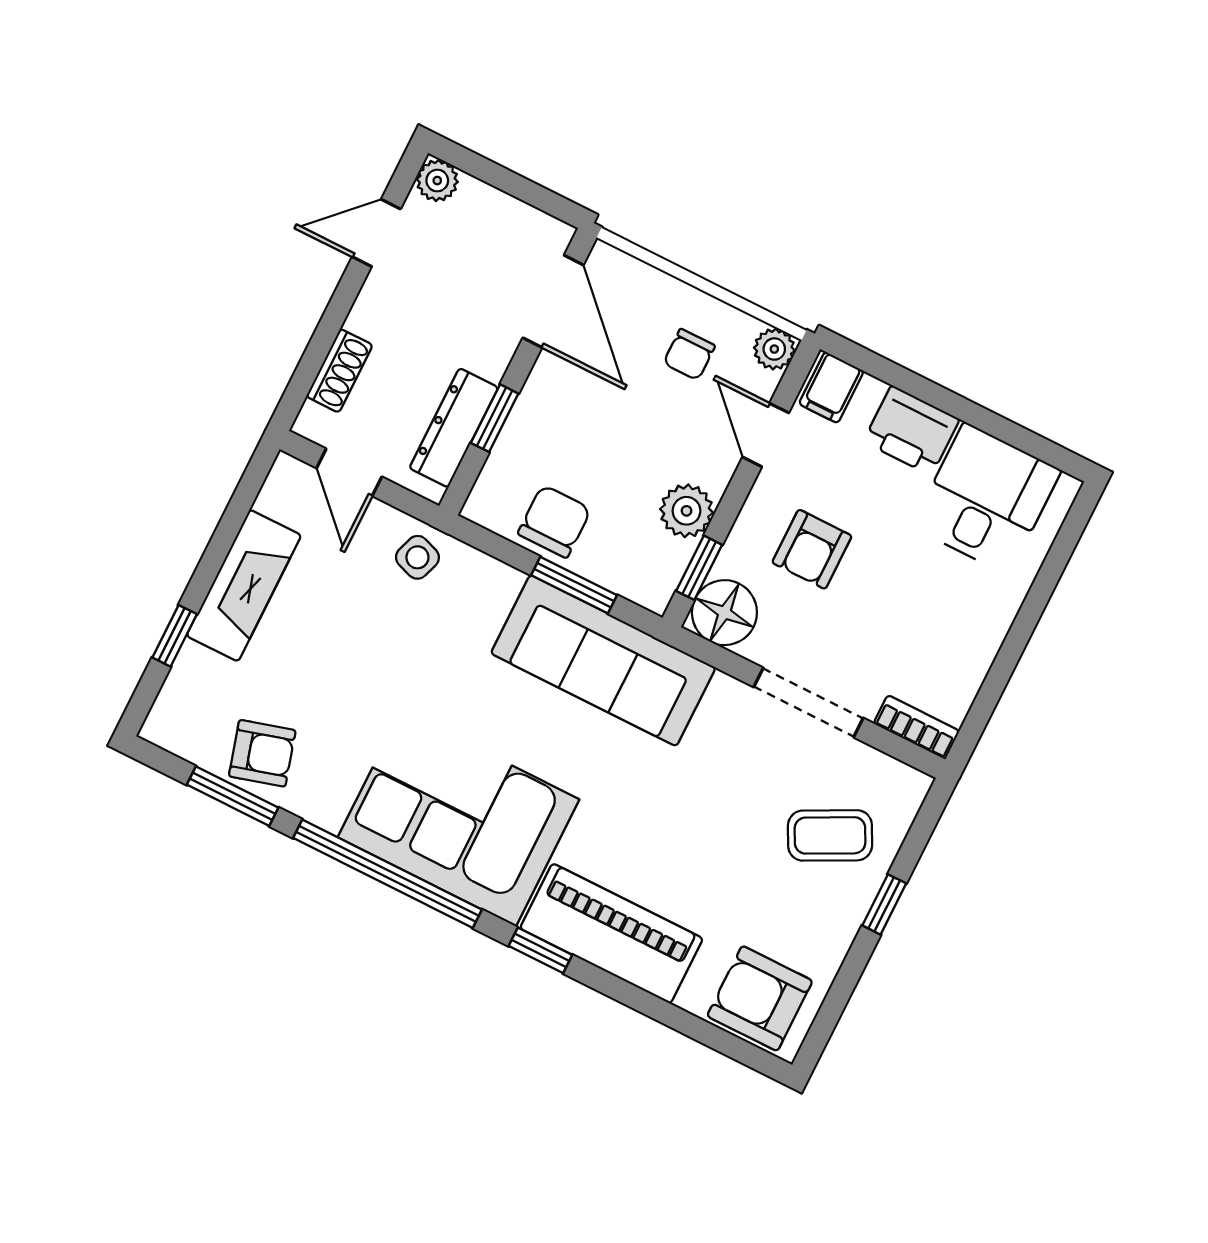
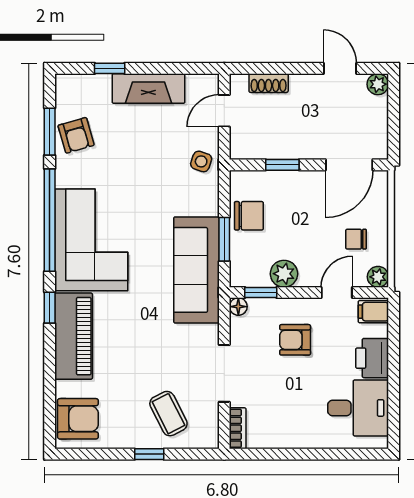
dresser: (454, 428) -> (269, 148), removed
floor lamp: (724, 613) -> (238, 307), width x0.53, depth x0.53
armchair: (760, 998) -> (78, 419), turned 90

